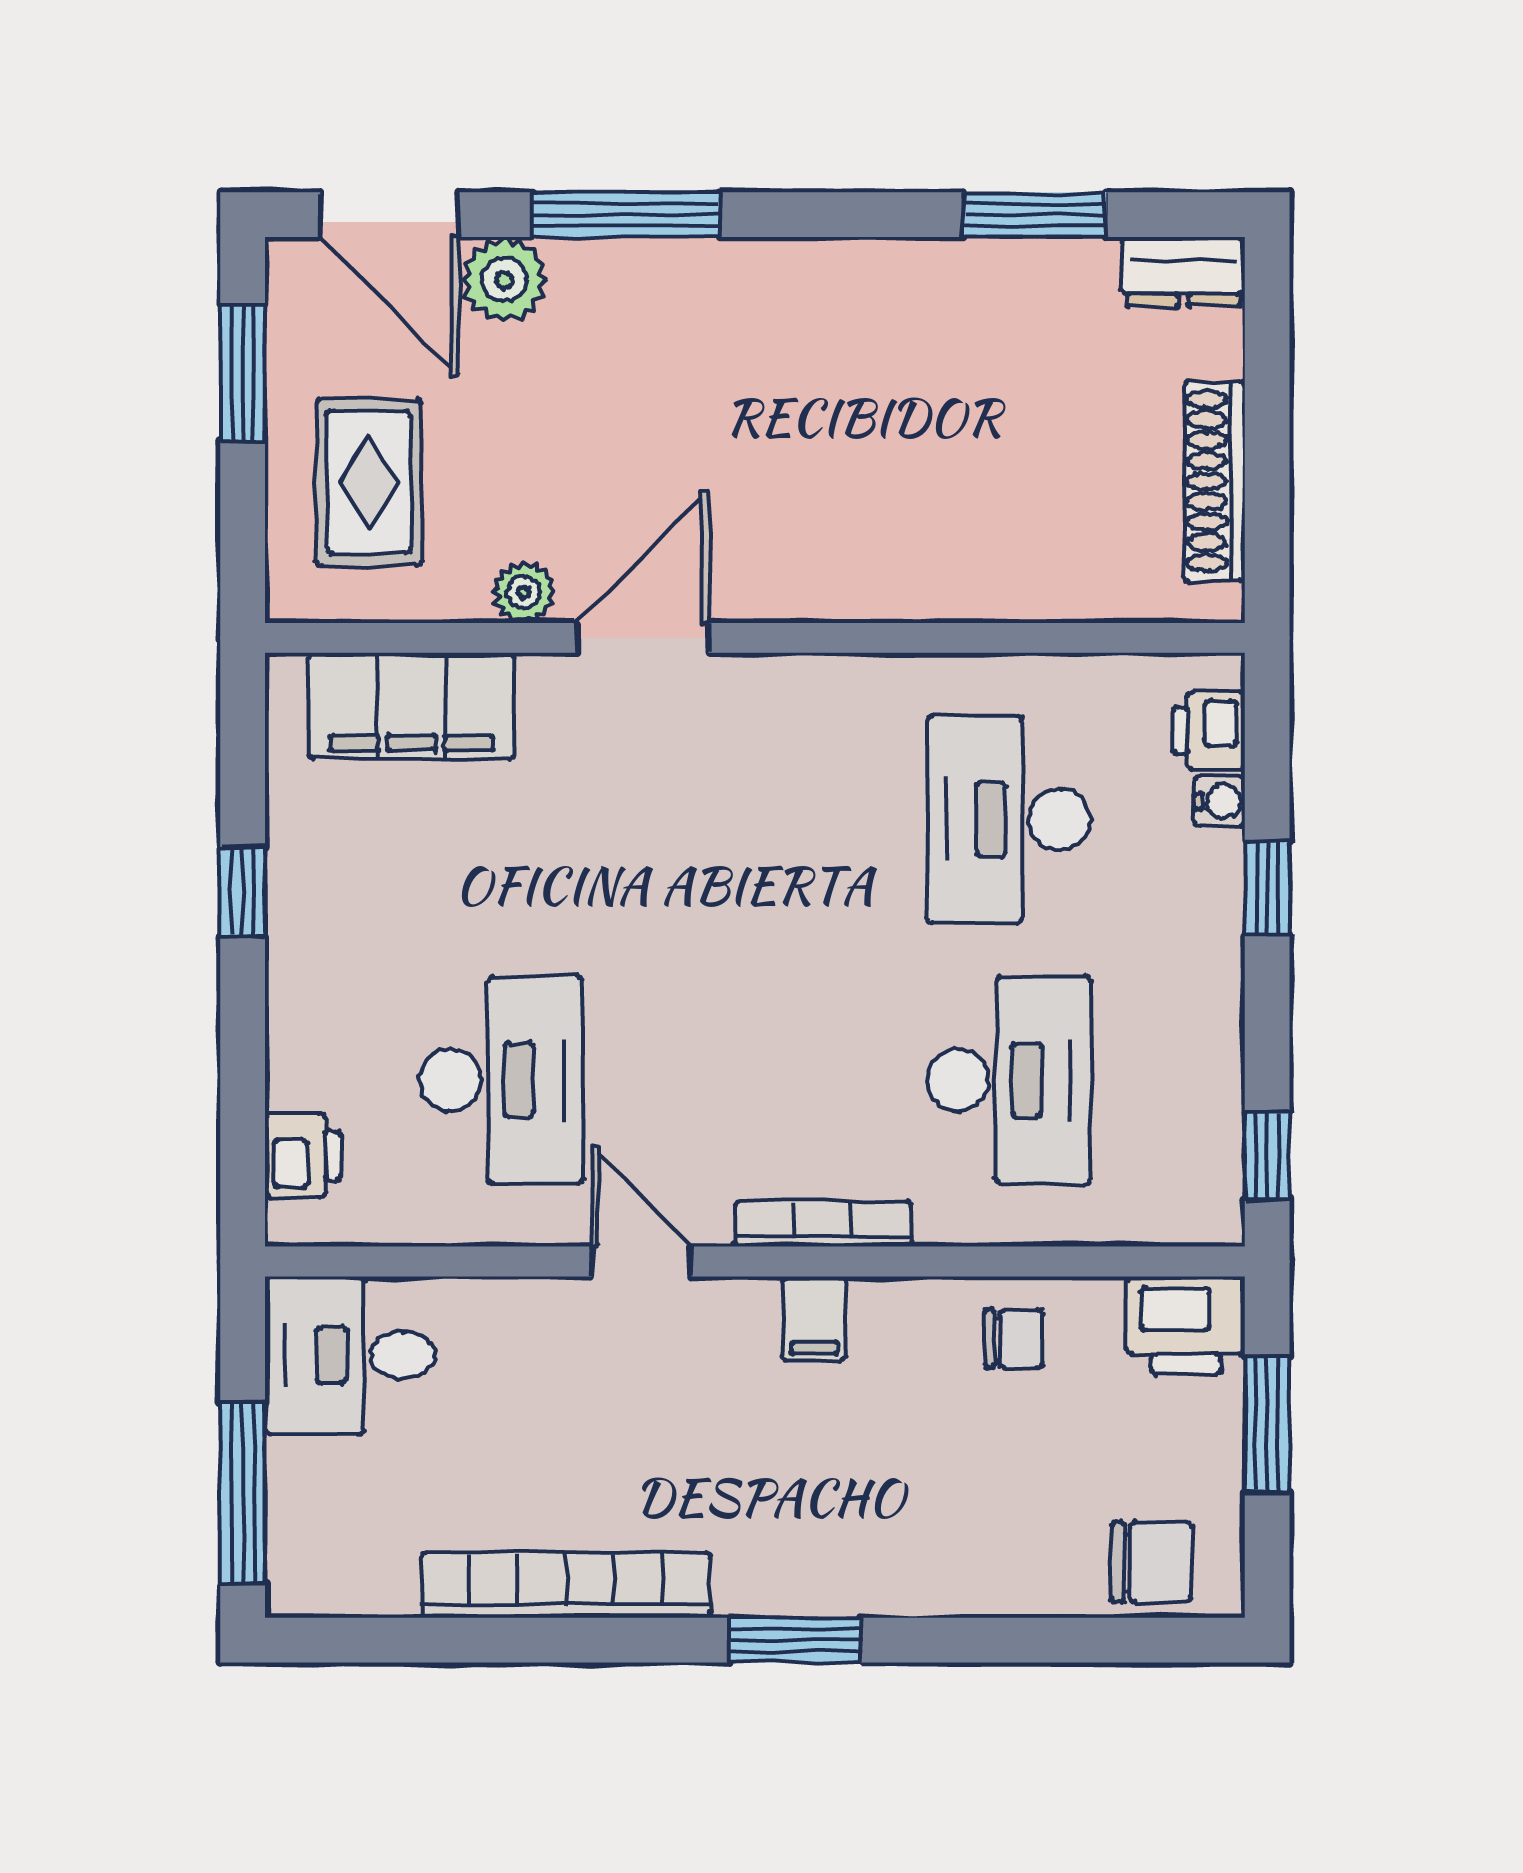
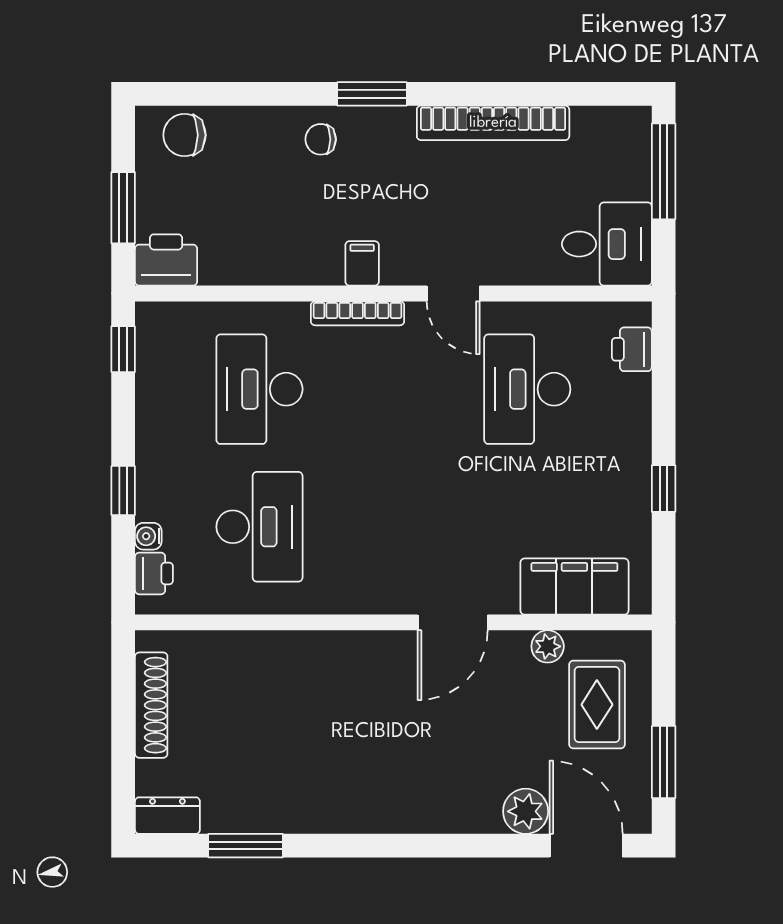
window: (626, 215) -> (461, 846), removed
plant: (524, 592) -> (548, 646), moved
chair: (1014, 1339) -> (321, 139), moved

